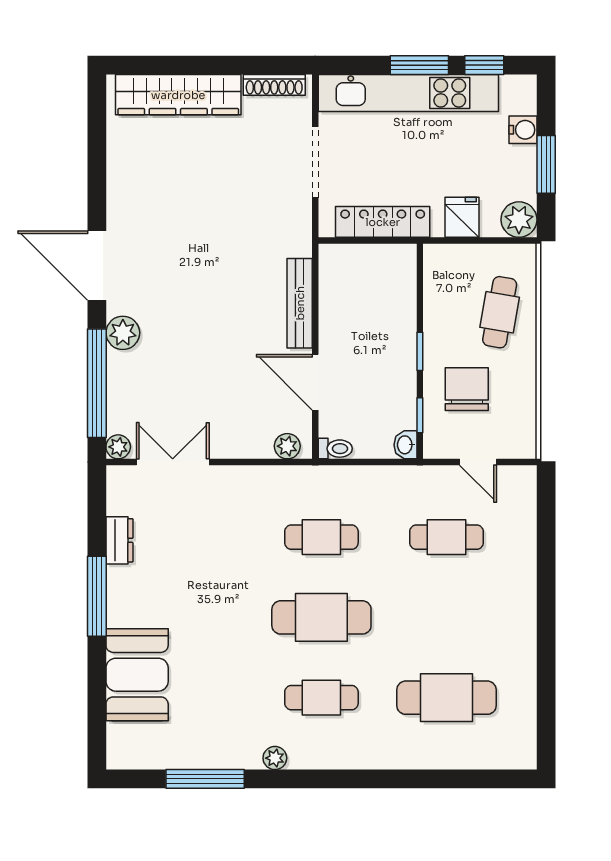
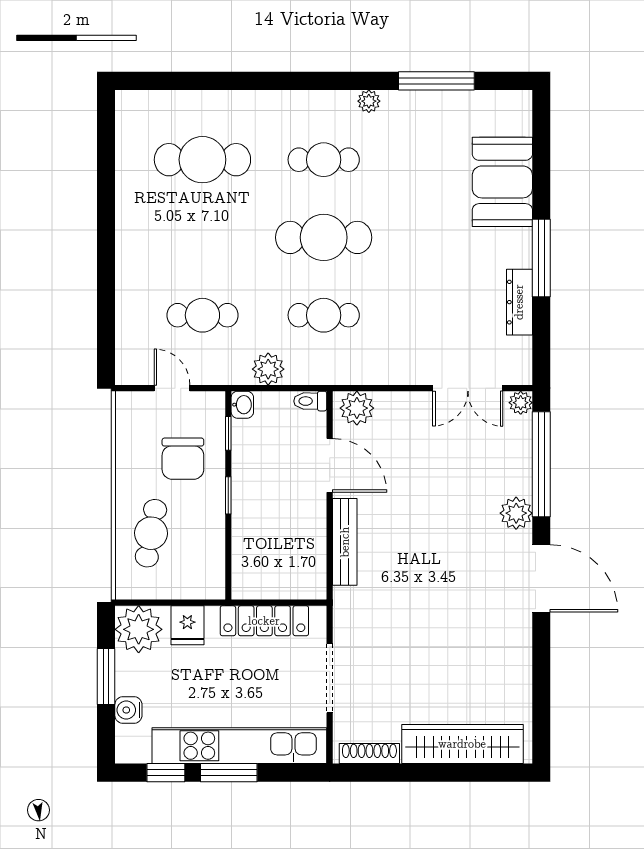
plant: (519, 220) -> (139, 629), width x1.36, depth x1.36
plant: (287, 446) -> (357, 408), width x1.38, depth x1.38
plant: (379, 482) -> (268, 369), added
dresser: (119, 540) -> (519, 302), width x1.44

